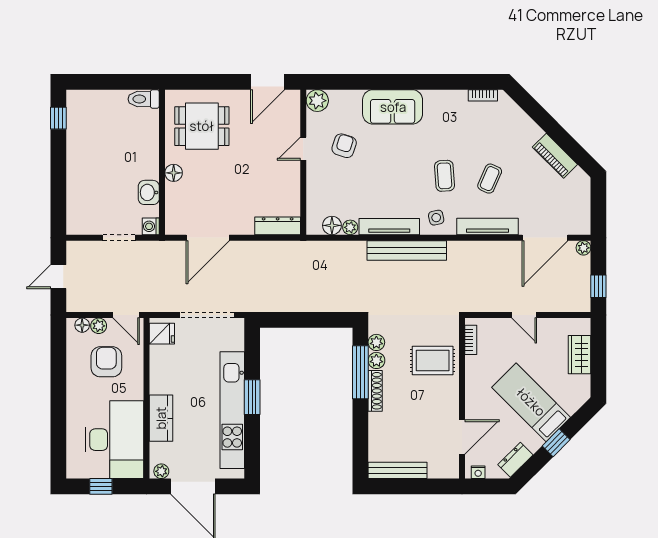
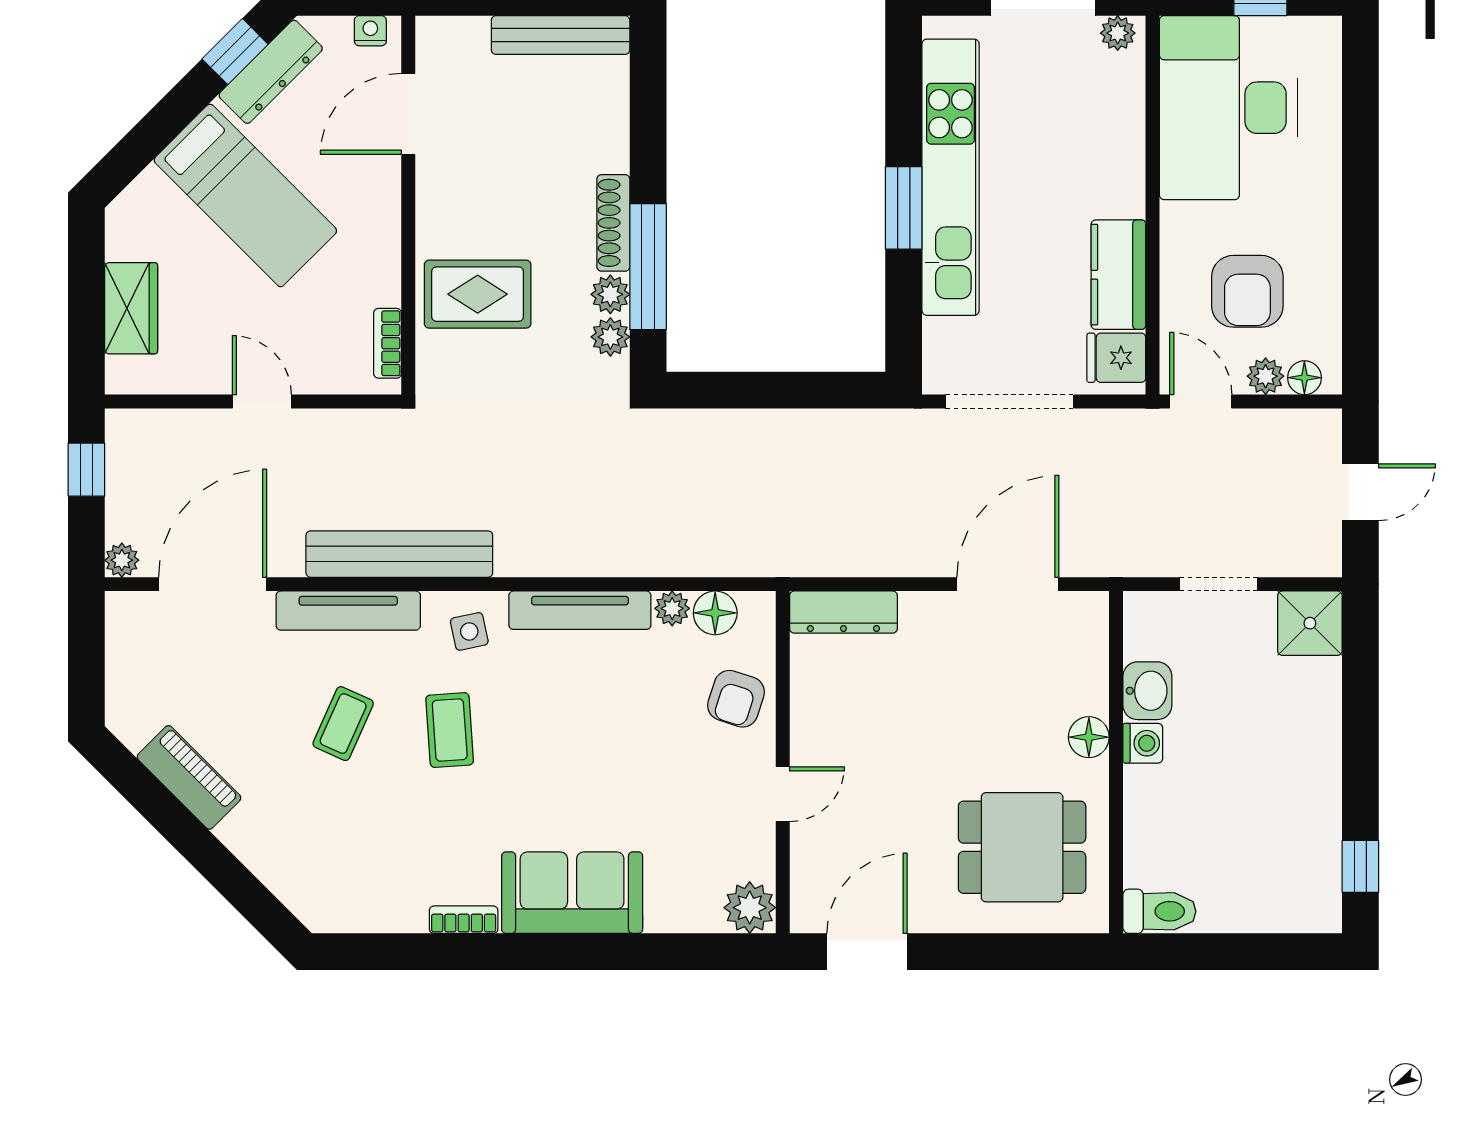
bookcase: (483, 95) -> (464, 920), moved
armchair: (344, 146) -> (736, 699), moved
shower: (80, 221) -> (1310, 623), added
washing machine: (151, 226) -> (1143, 743), moved
bench: (407, 250) -> (399, 554), moved
kitchen counter: (161, 418) -> (1118, 275), moved
window: (556, 443) -> (235, 52), moved
dresser: (515, 460) -> (271, 72), width x1.44

